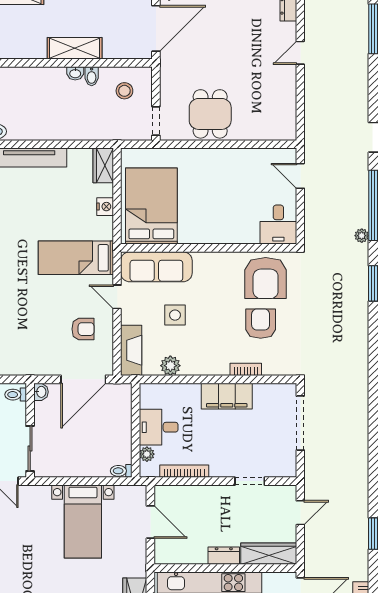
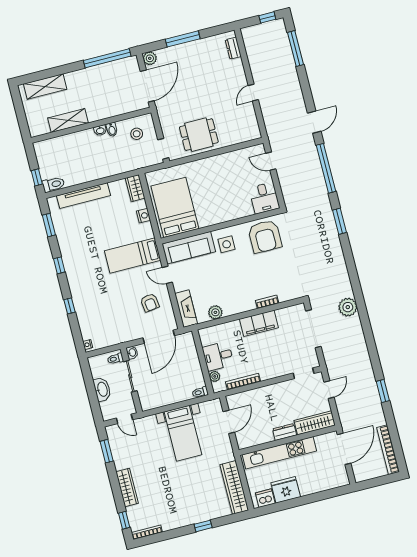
shelving: (75, 48) -> (68, 121), moved
door: (300, 53) -> (253, 93), moved
dining table: (210, 114) -> (199, 135), turned 90
plant: (362, 236) -> (348, 307), moved, width x1.88, depth x1.88
side table: (175, 315) -> (227, 244), moved
armchair: (261, 324) -> (269, 268), removed
armchair: (83, 329) -> (150, 303), turned 82
sliding door: (30, 448) -> (130, 376), moved
doorway: (250, 481) -> (304, 373), moved
door: (150, 522) -> (229, 422), hinge flipped

